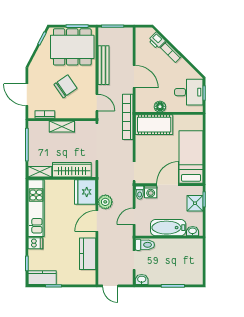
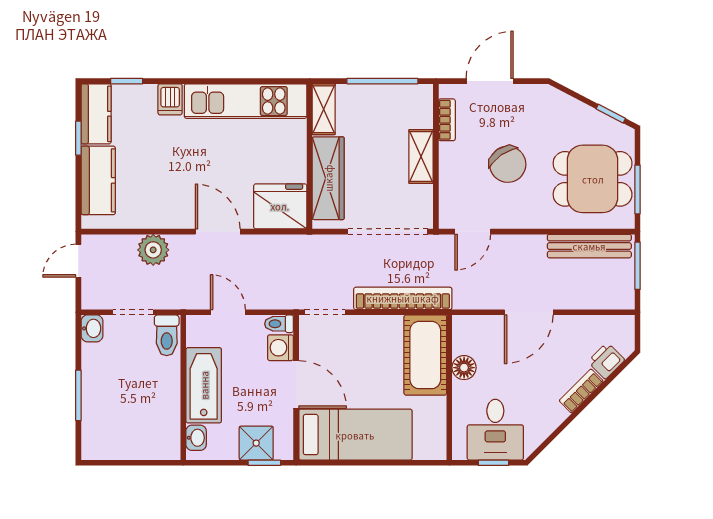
dining table: (72, 47) -> (593, 179), width x0.73
bench: (103, 65) -> (589, 246), moved
bookcase: (128, 117) -> (403, 298), moved
plant: (105, 202) -> (153, 250), moved
kitchen counter: (88, 254) -> (98, 180), moved, turned 90

